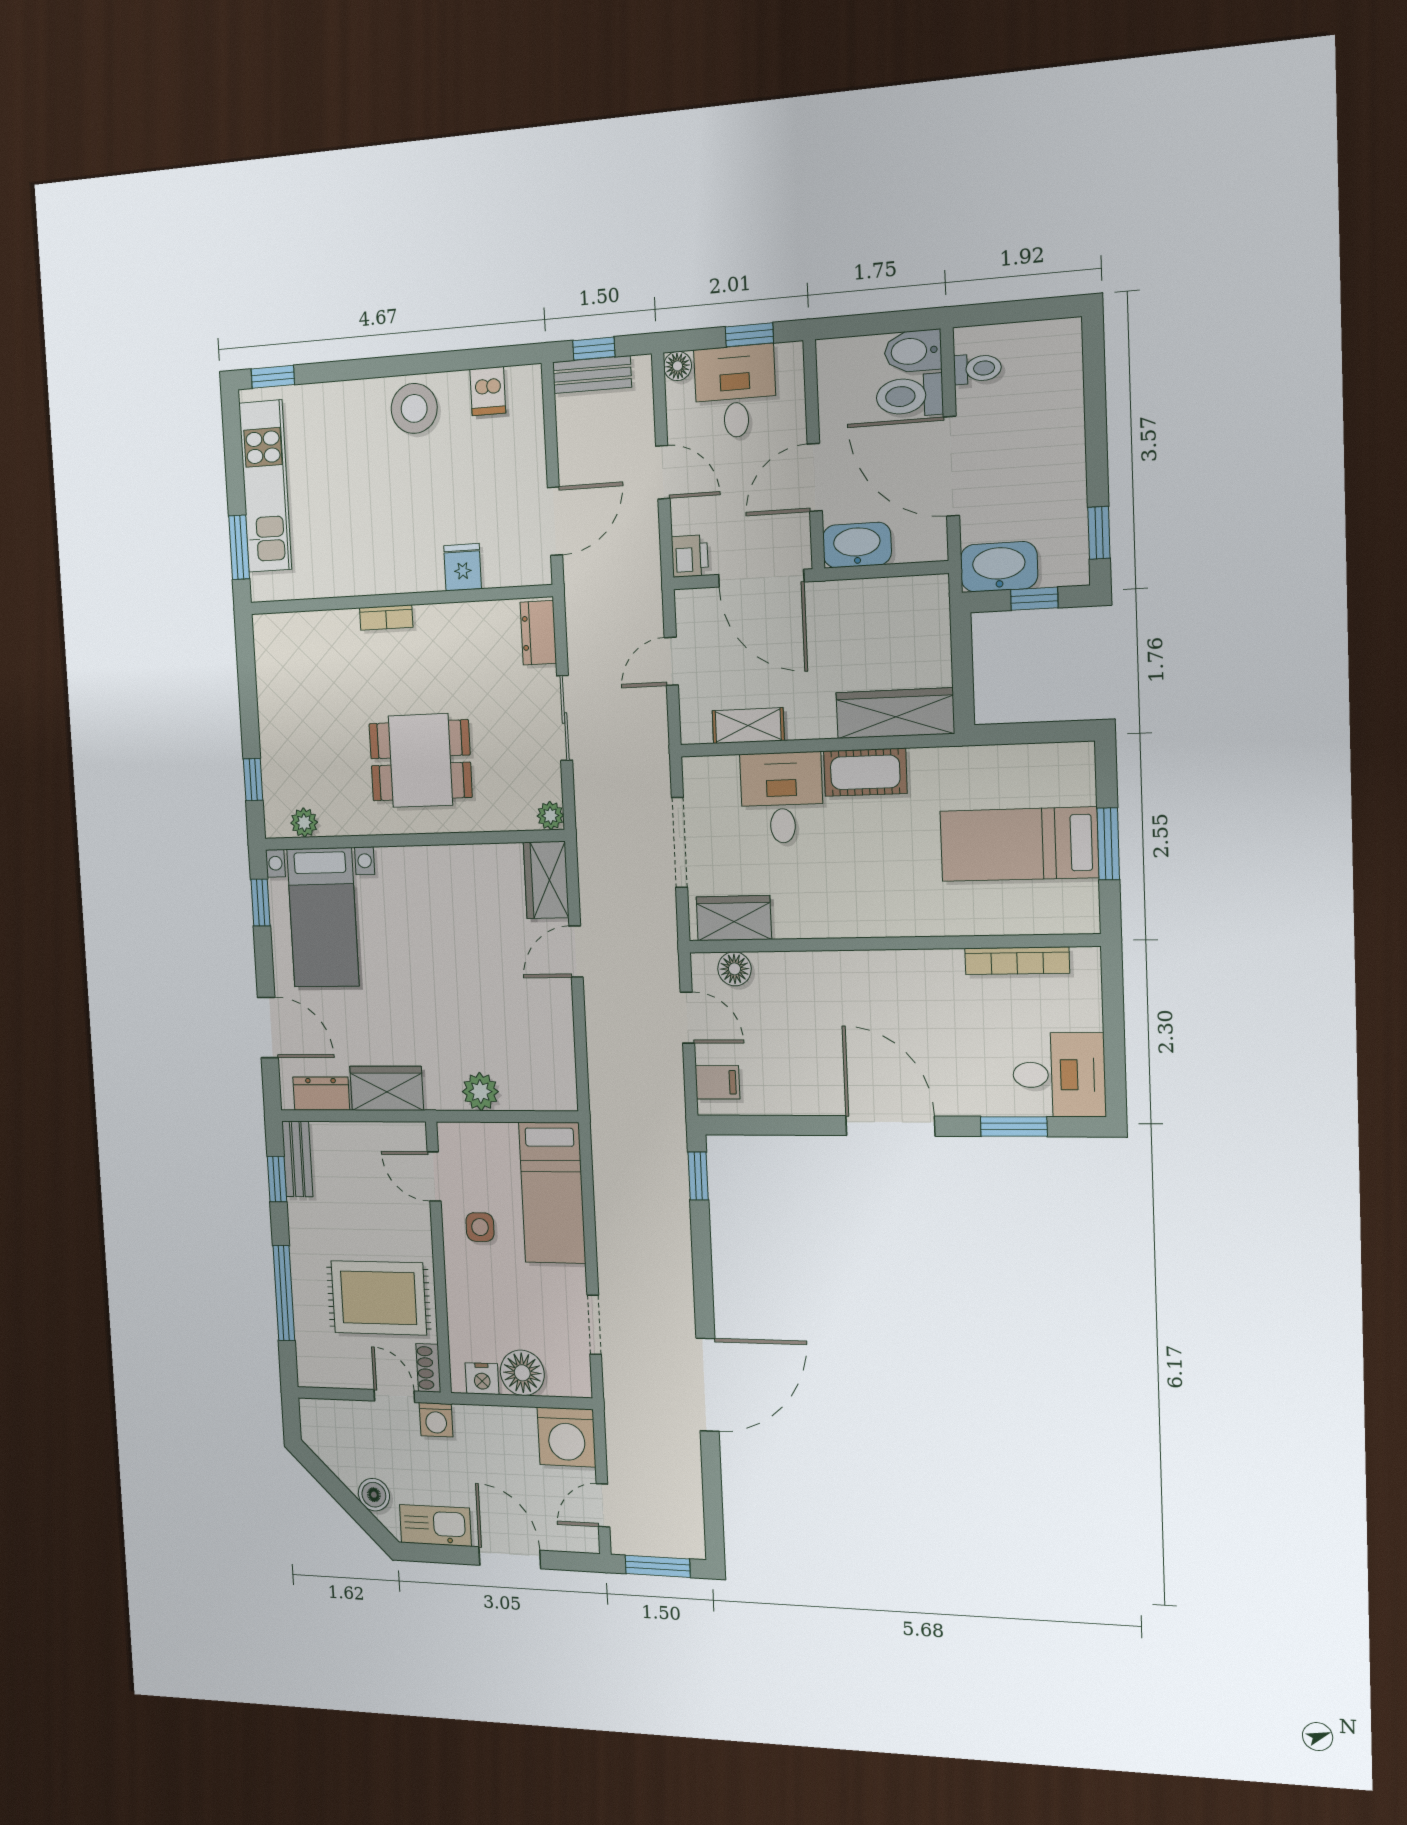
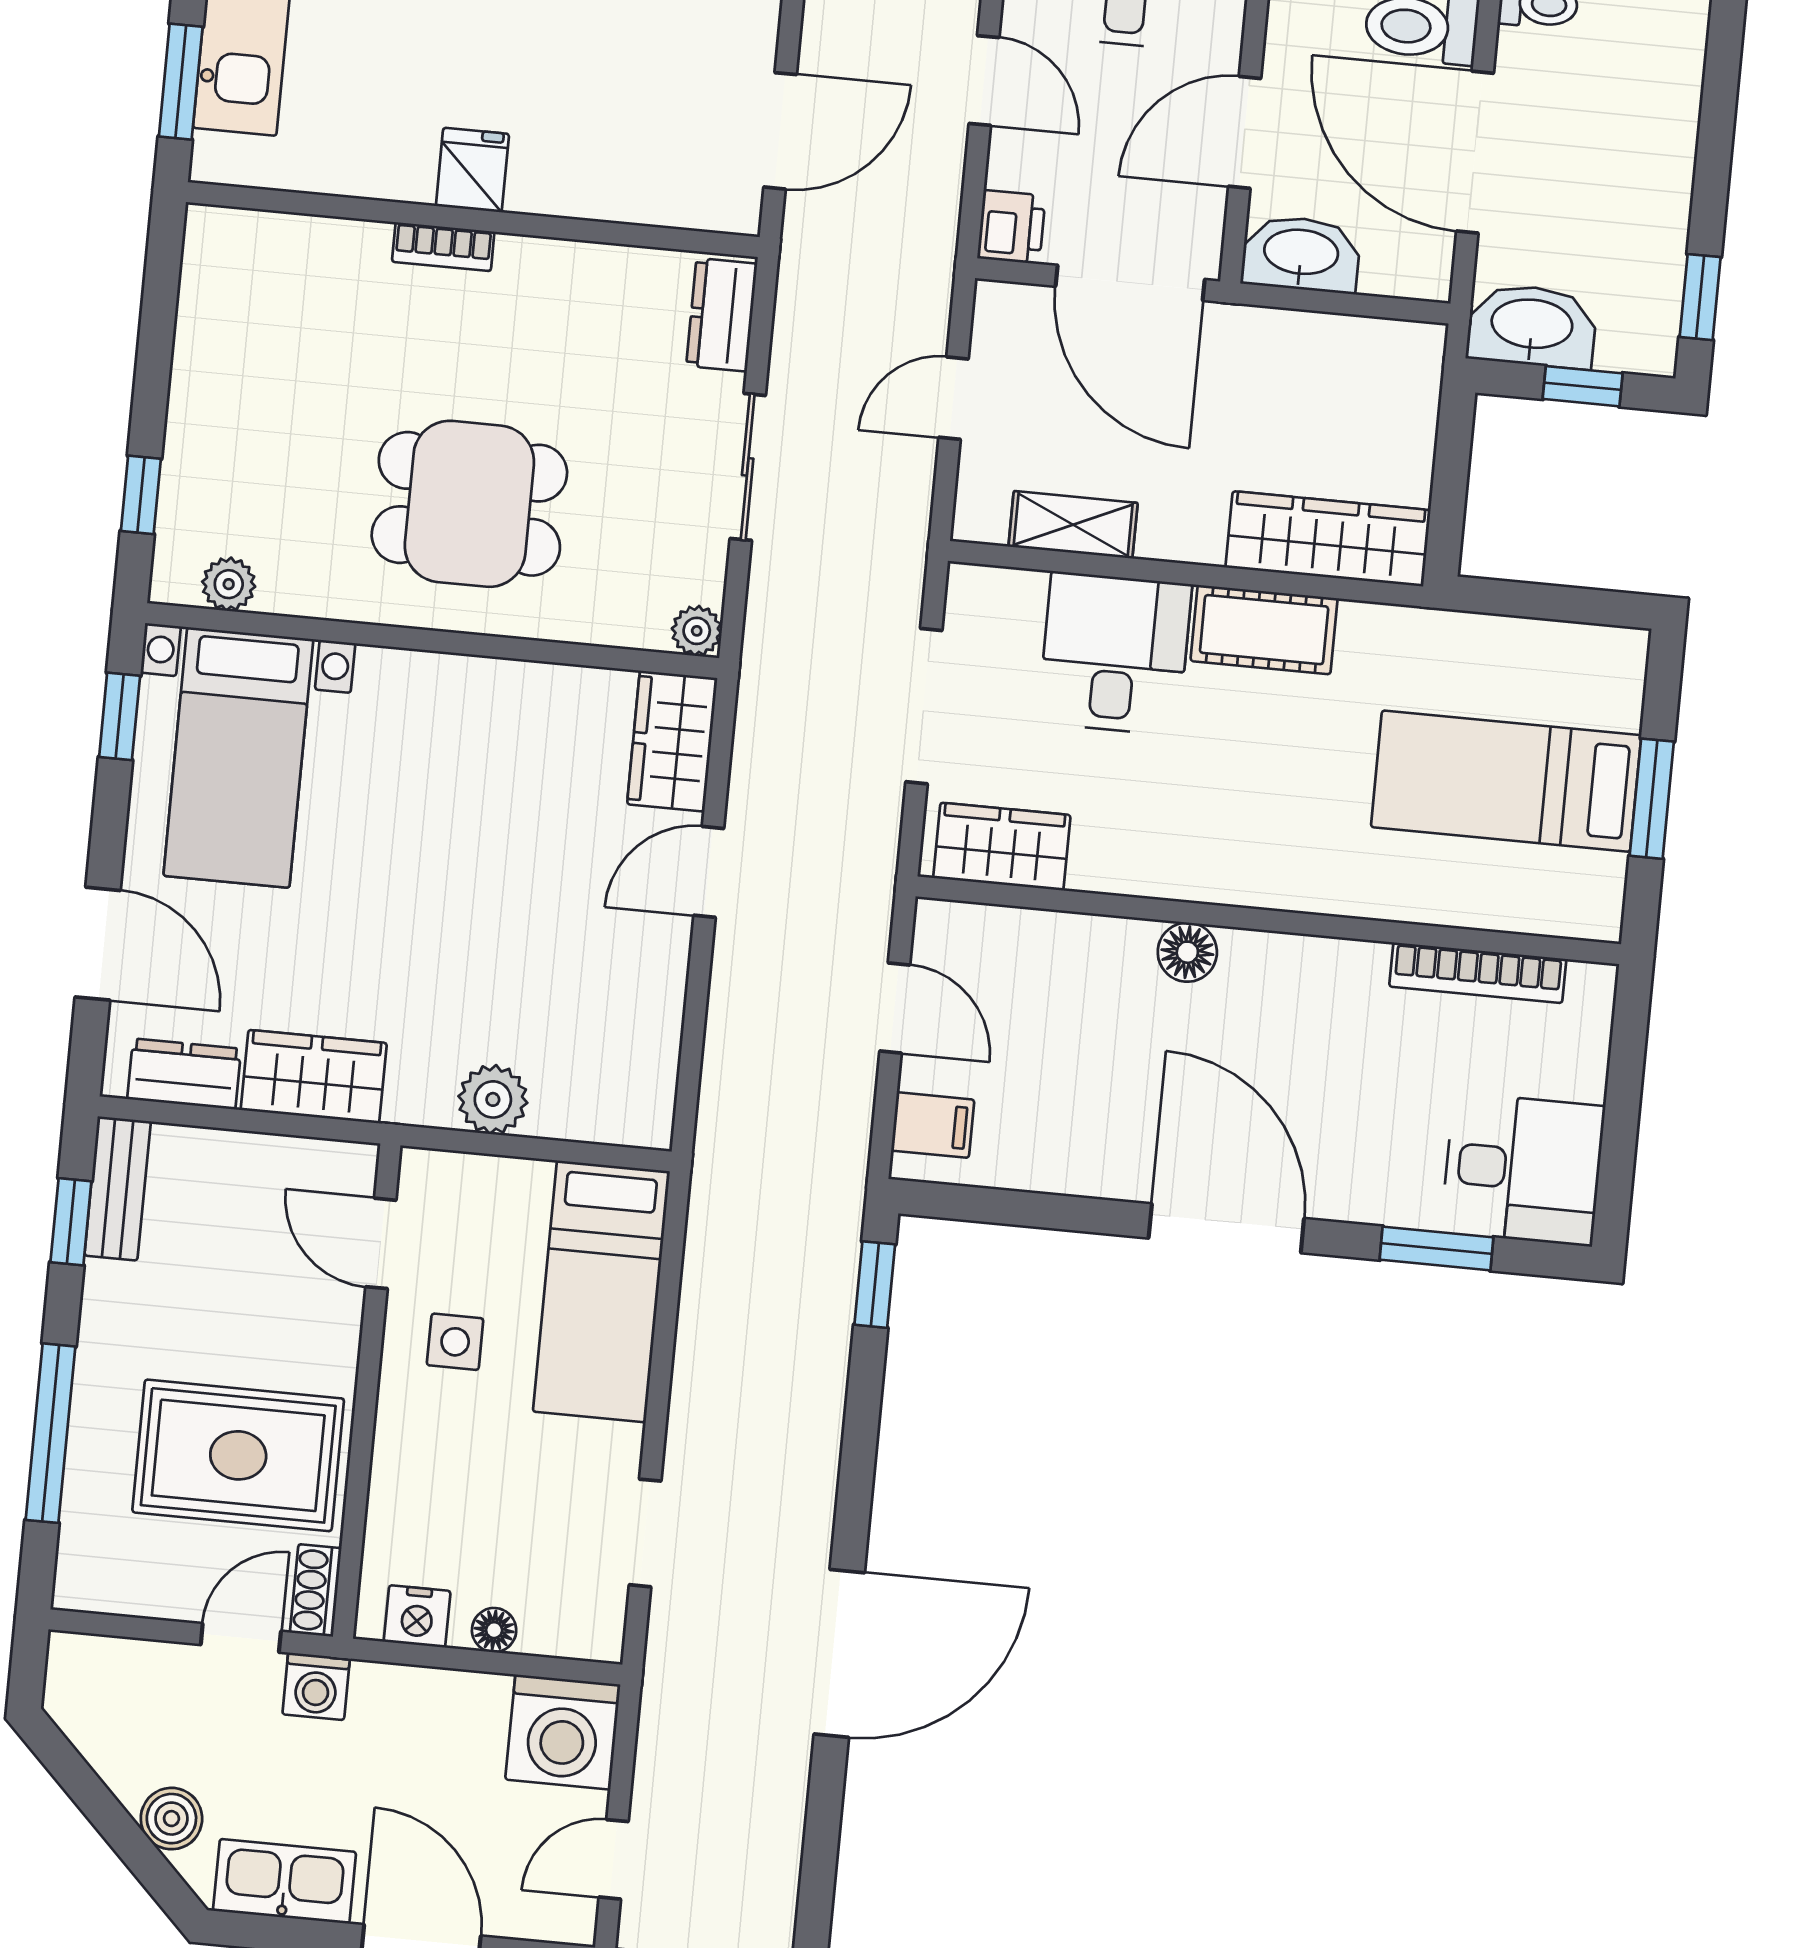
fridge: (463, 567) -> (472, 170), moved
floor lamp: (734, 969) -> (1187, 952), moved
floor lamp: (522, 1373) -> (494, 1630), width x0.53, depth x0.53
door: (394, 1396) -> (241, 1638), hinge flipped

